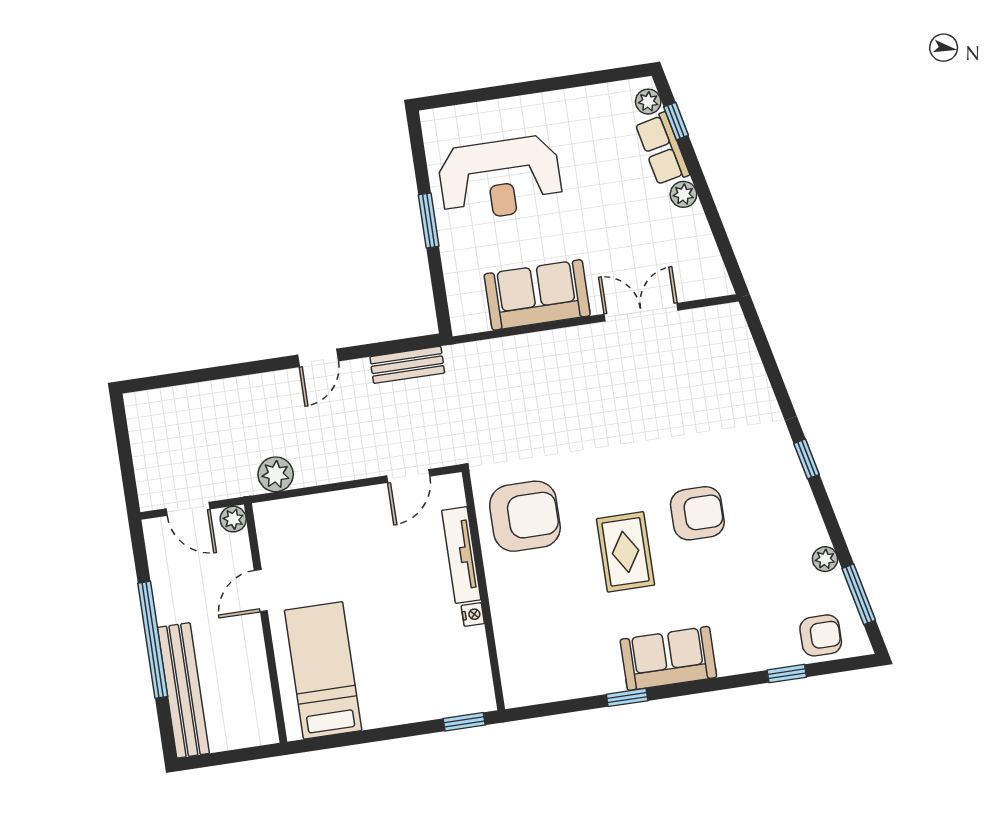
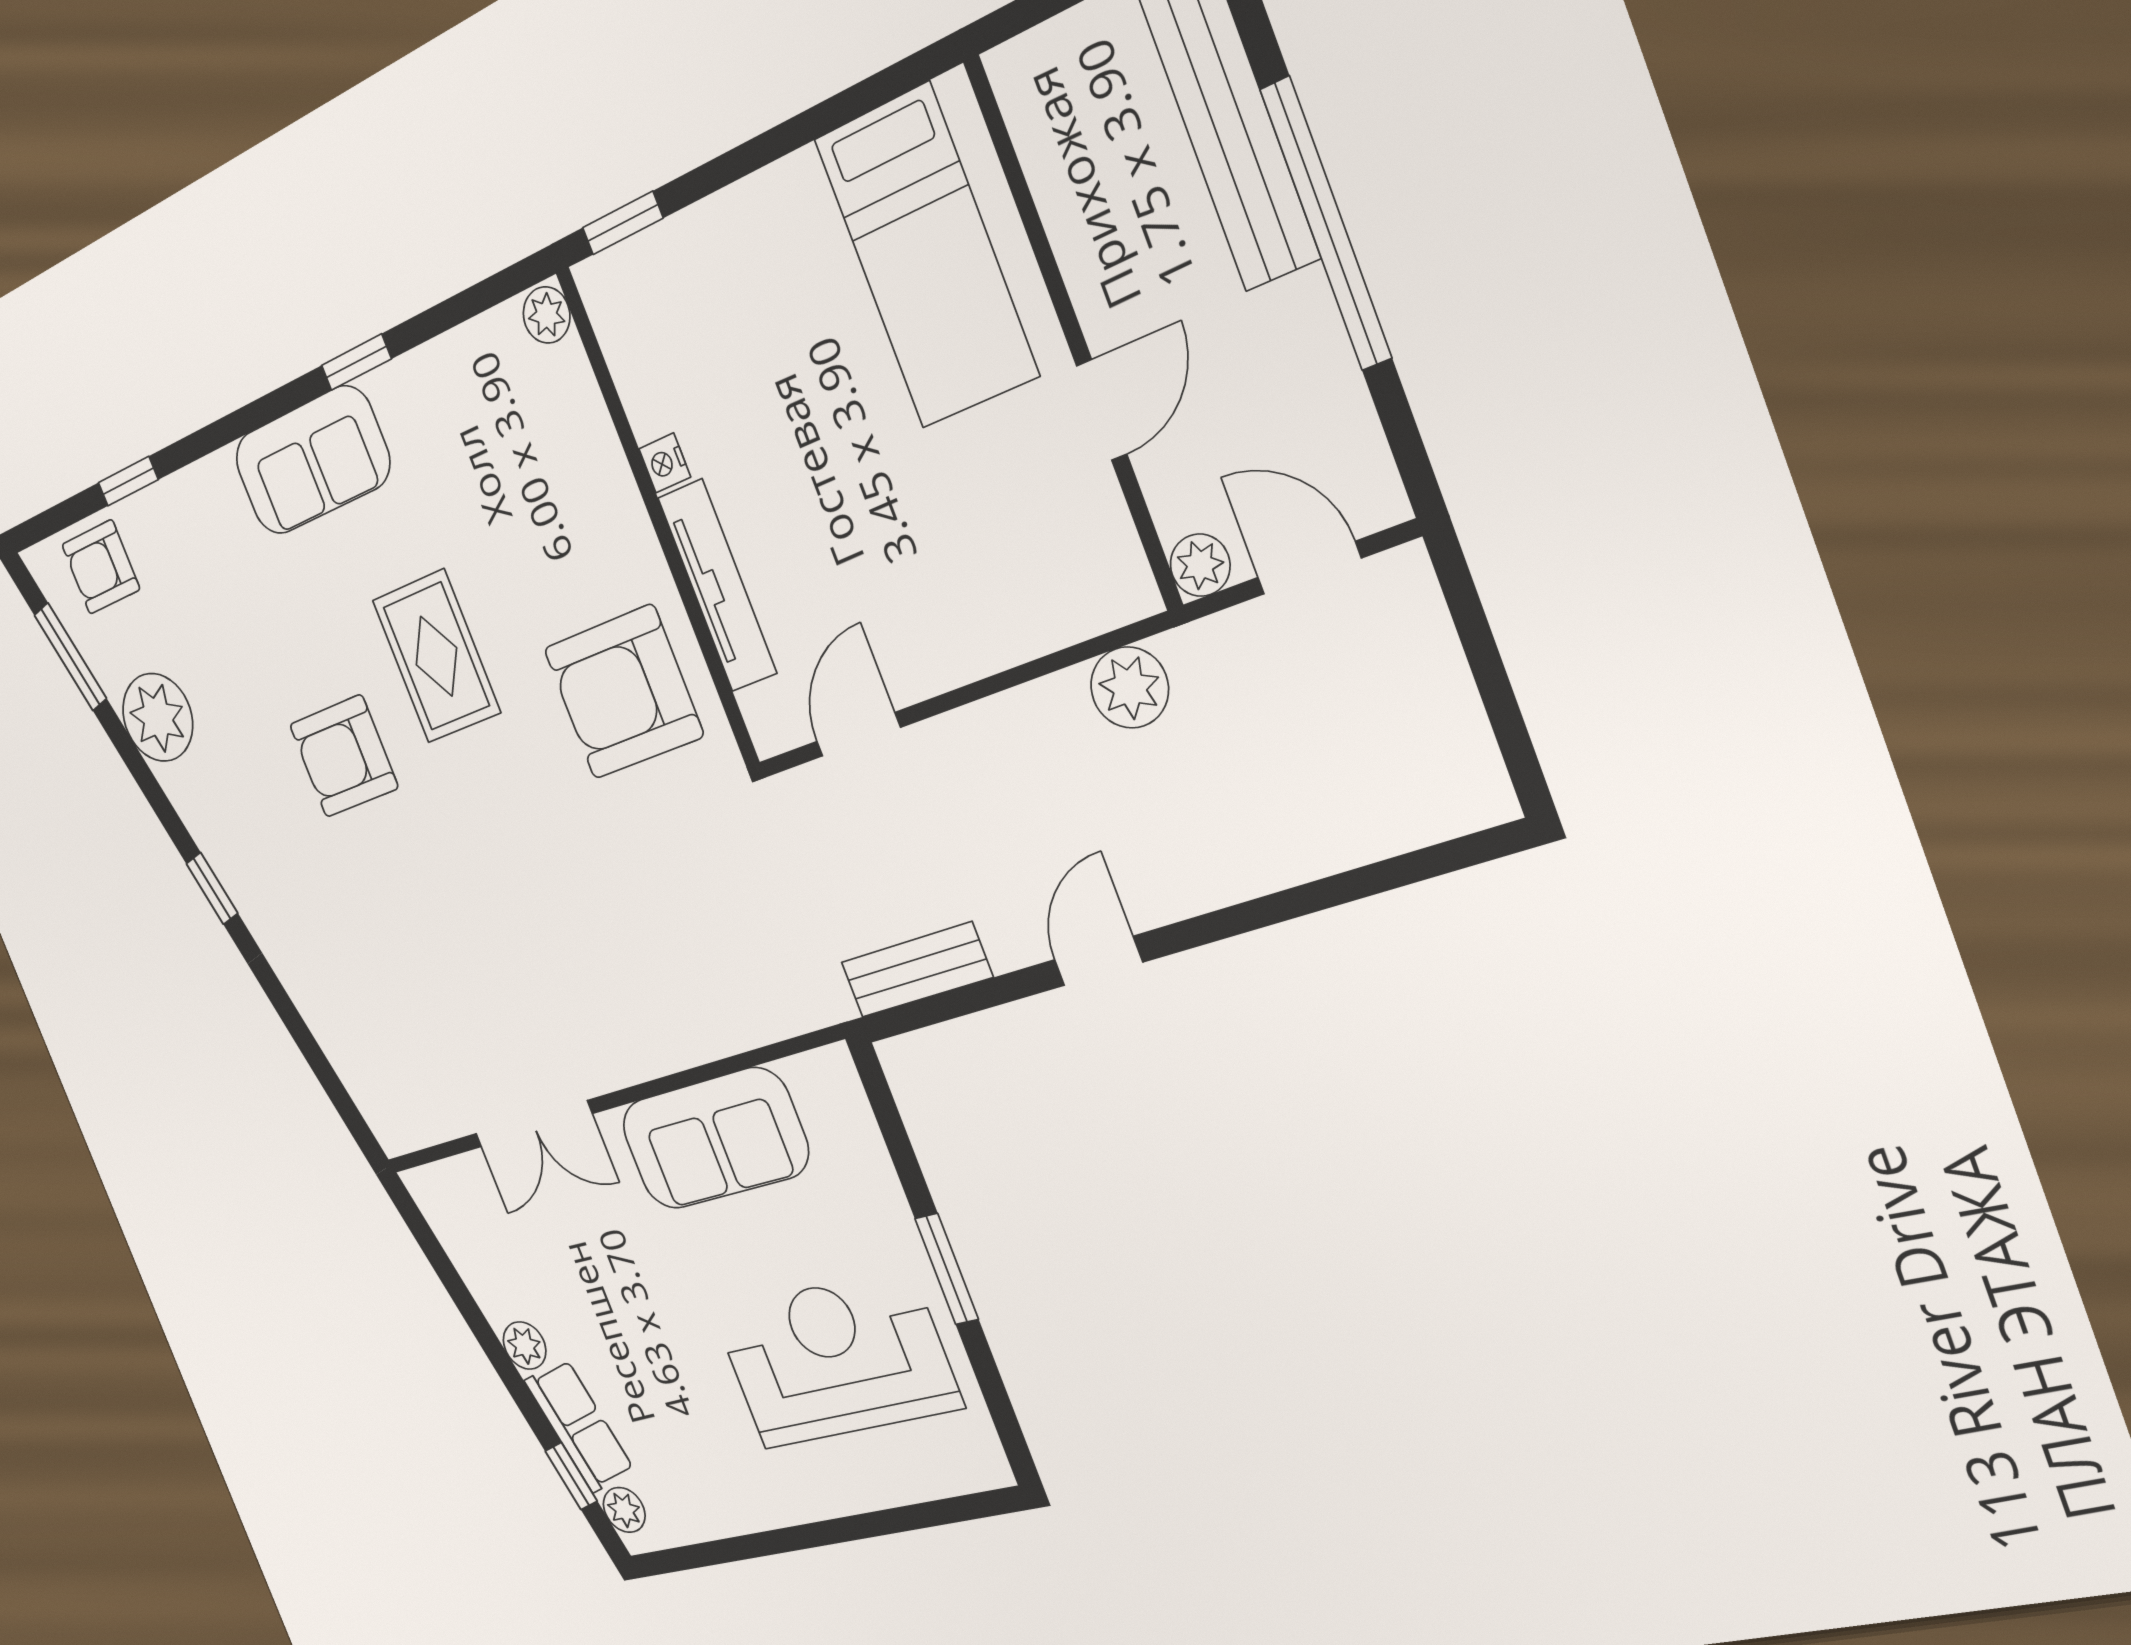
plant: (825, 559) -> (158, 717), width x1.88, depth x1.88
plant: (515, 693) -> (547, 315), added

